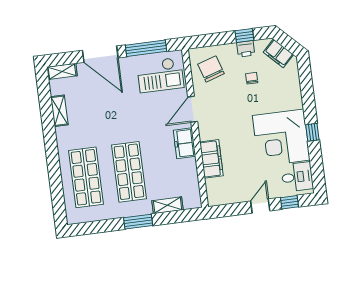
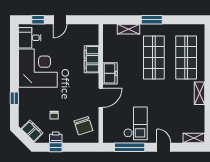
door: (100, 54) -> (164, 147), width x0.53
checkout: (160, 75) -> (135, 123), moved, turned 90
shelving: (59, 111) -> (200, 93), moved
window: (312, 132) -> (14, 98), moved

